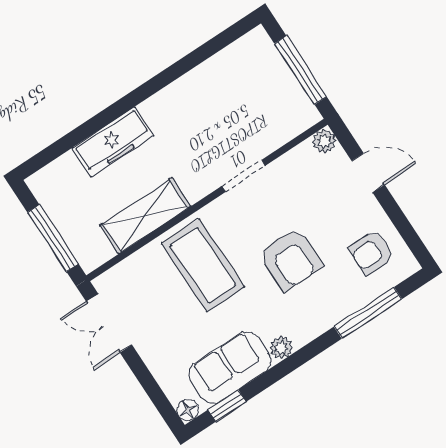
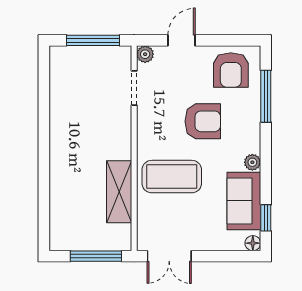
freezer: (113, 142) -> (62, 182), removed
doorway: (244, 176) -> (134, 88), moved
armchair: (372, 252) -> (231, 70), width x1.38, depth x1.38

